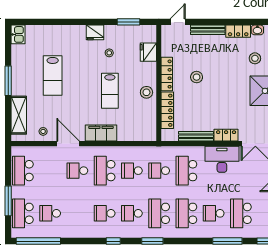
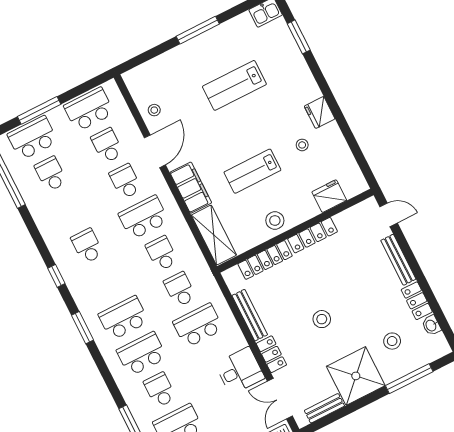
window: (129, 22) -> (299, 37), moved
stool: (197, 77) -> (322, 319), moved
shelving: (19, 115) -> (214, 235), moved, turned 90
desk: (222, 159) -> (240, 371), width x0.73
school desk: (132, 213) -> (107, 145), moved

